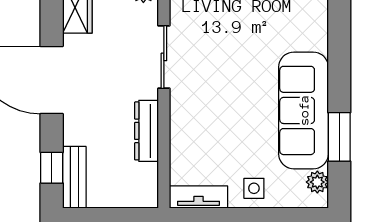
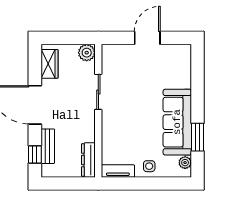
dresser: (147, 131) -> (88, 160), moved
bench: (74, 177) -> (48, 146), moved

